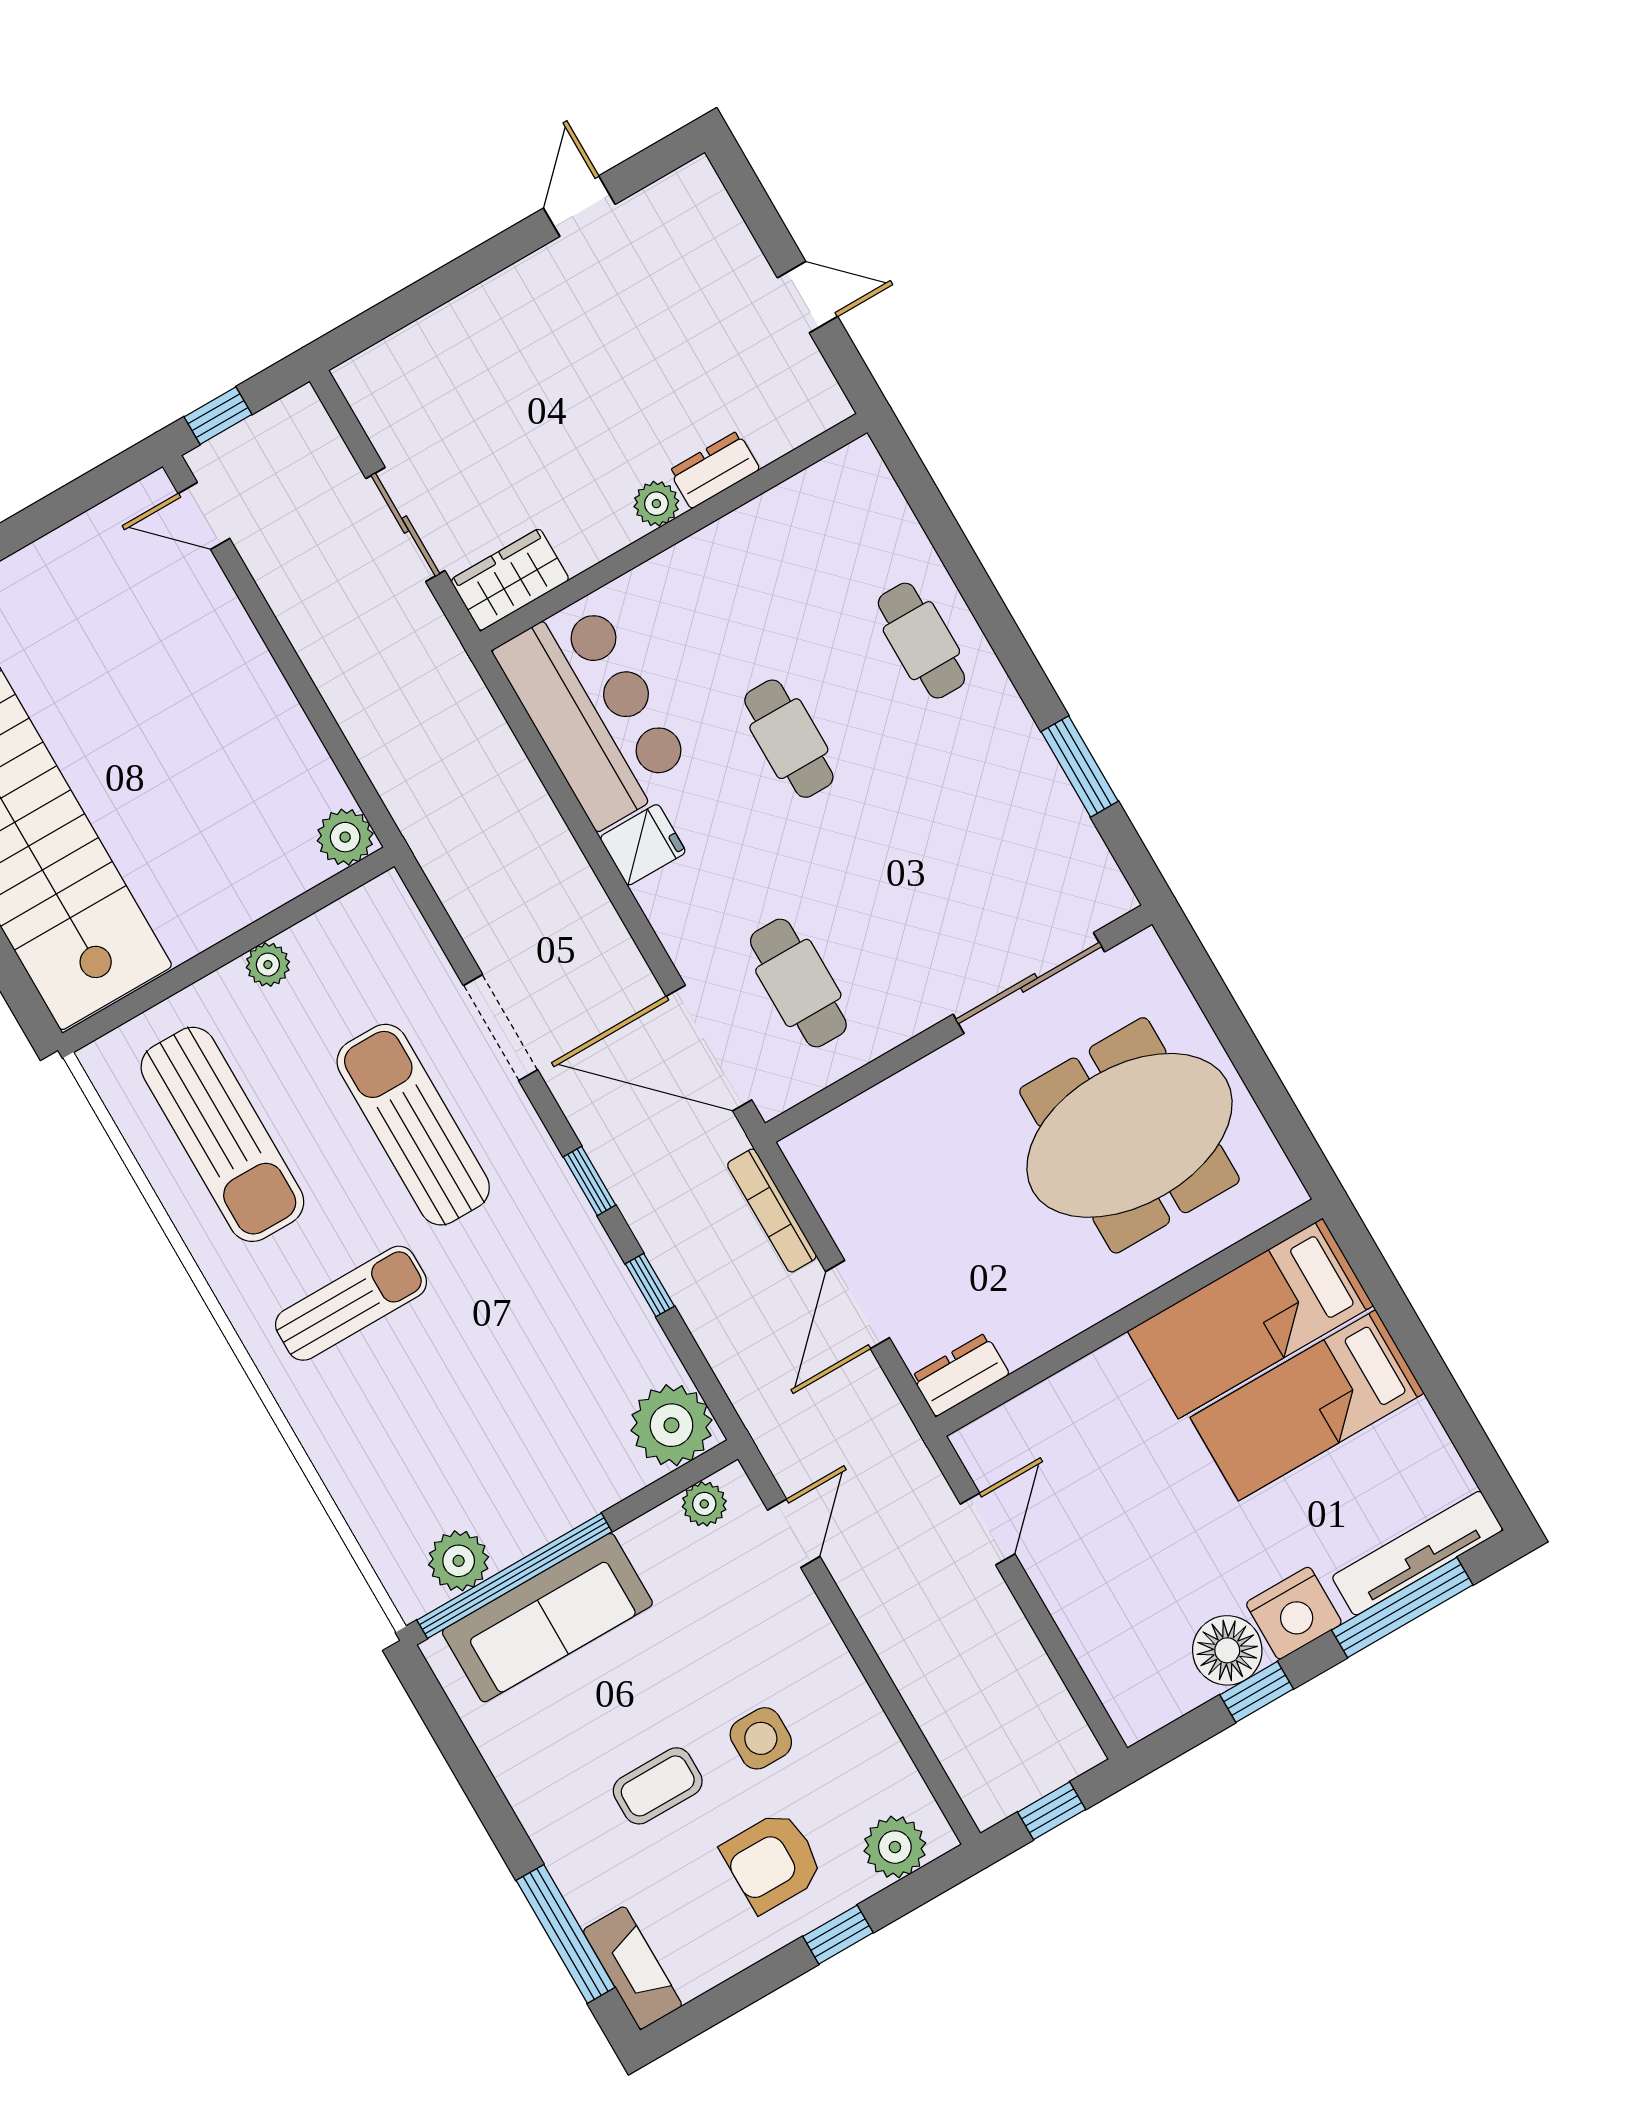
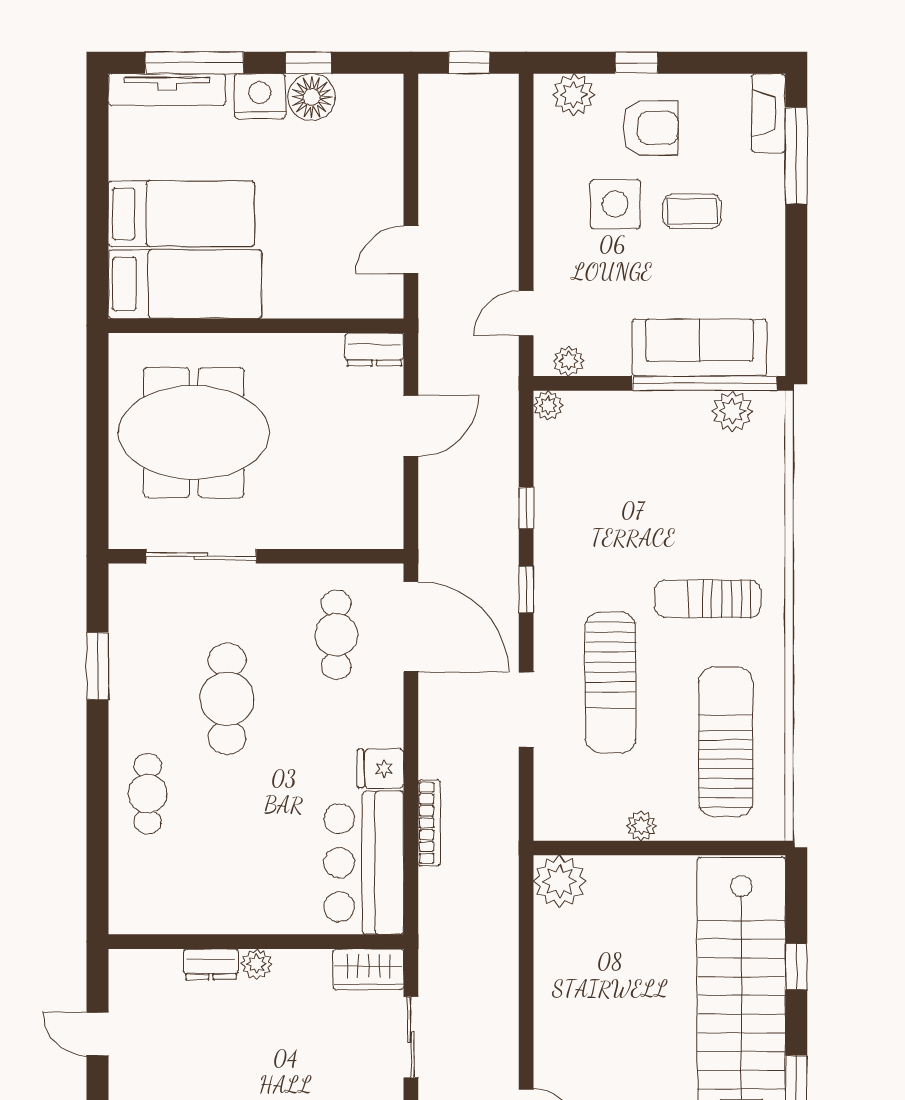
cafe table: (789, 739) -> (227, 699), moved, width x1.37, depth x1.35
plant: (345, 837) -> (560, 881), width x1.36, depth x1.36
bookcase: (772, 1211) -> (429, 823), moved
plant: (671, 1425) -> (548, 405), width x0.53, depth x0.53
side table: (761, 1738) -> (615, 204), width x1.37, depth x1.37

